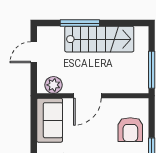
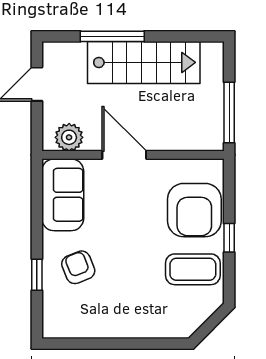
door: (87, 96) -> (124, 155), swing flipped
armchair: (130, 130) -> (194, 210), width x1.36, depth x1.36

